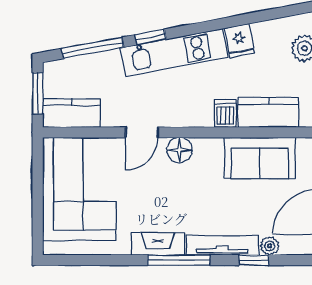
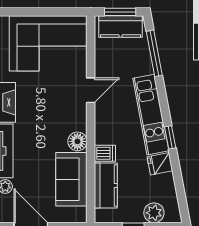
window: (151, 37) -> (170, 137), moved
kitchen counter: (71, 113) -> (120, 26), moved, turned 90
door: (142, 132) -> (91, 90), swing flipped
floor lamp: (180, 150) -> (77, 141), moved

